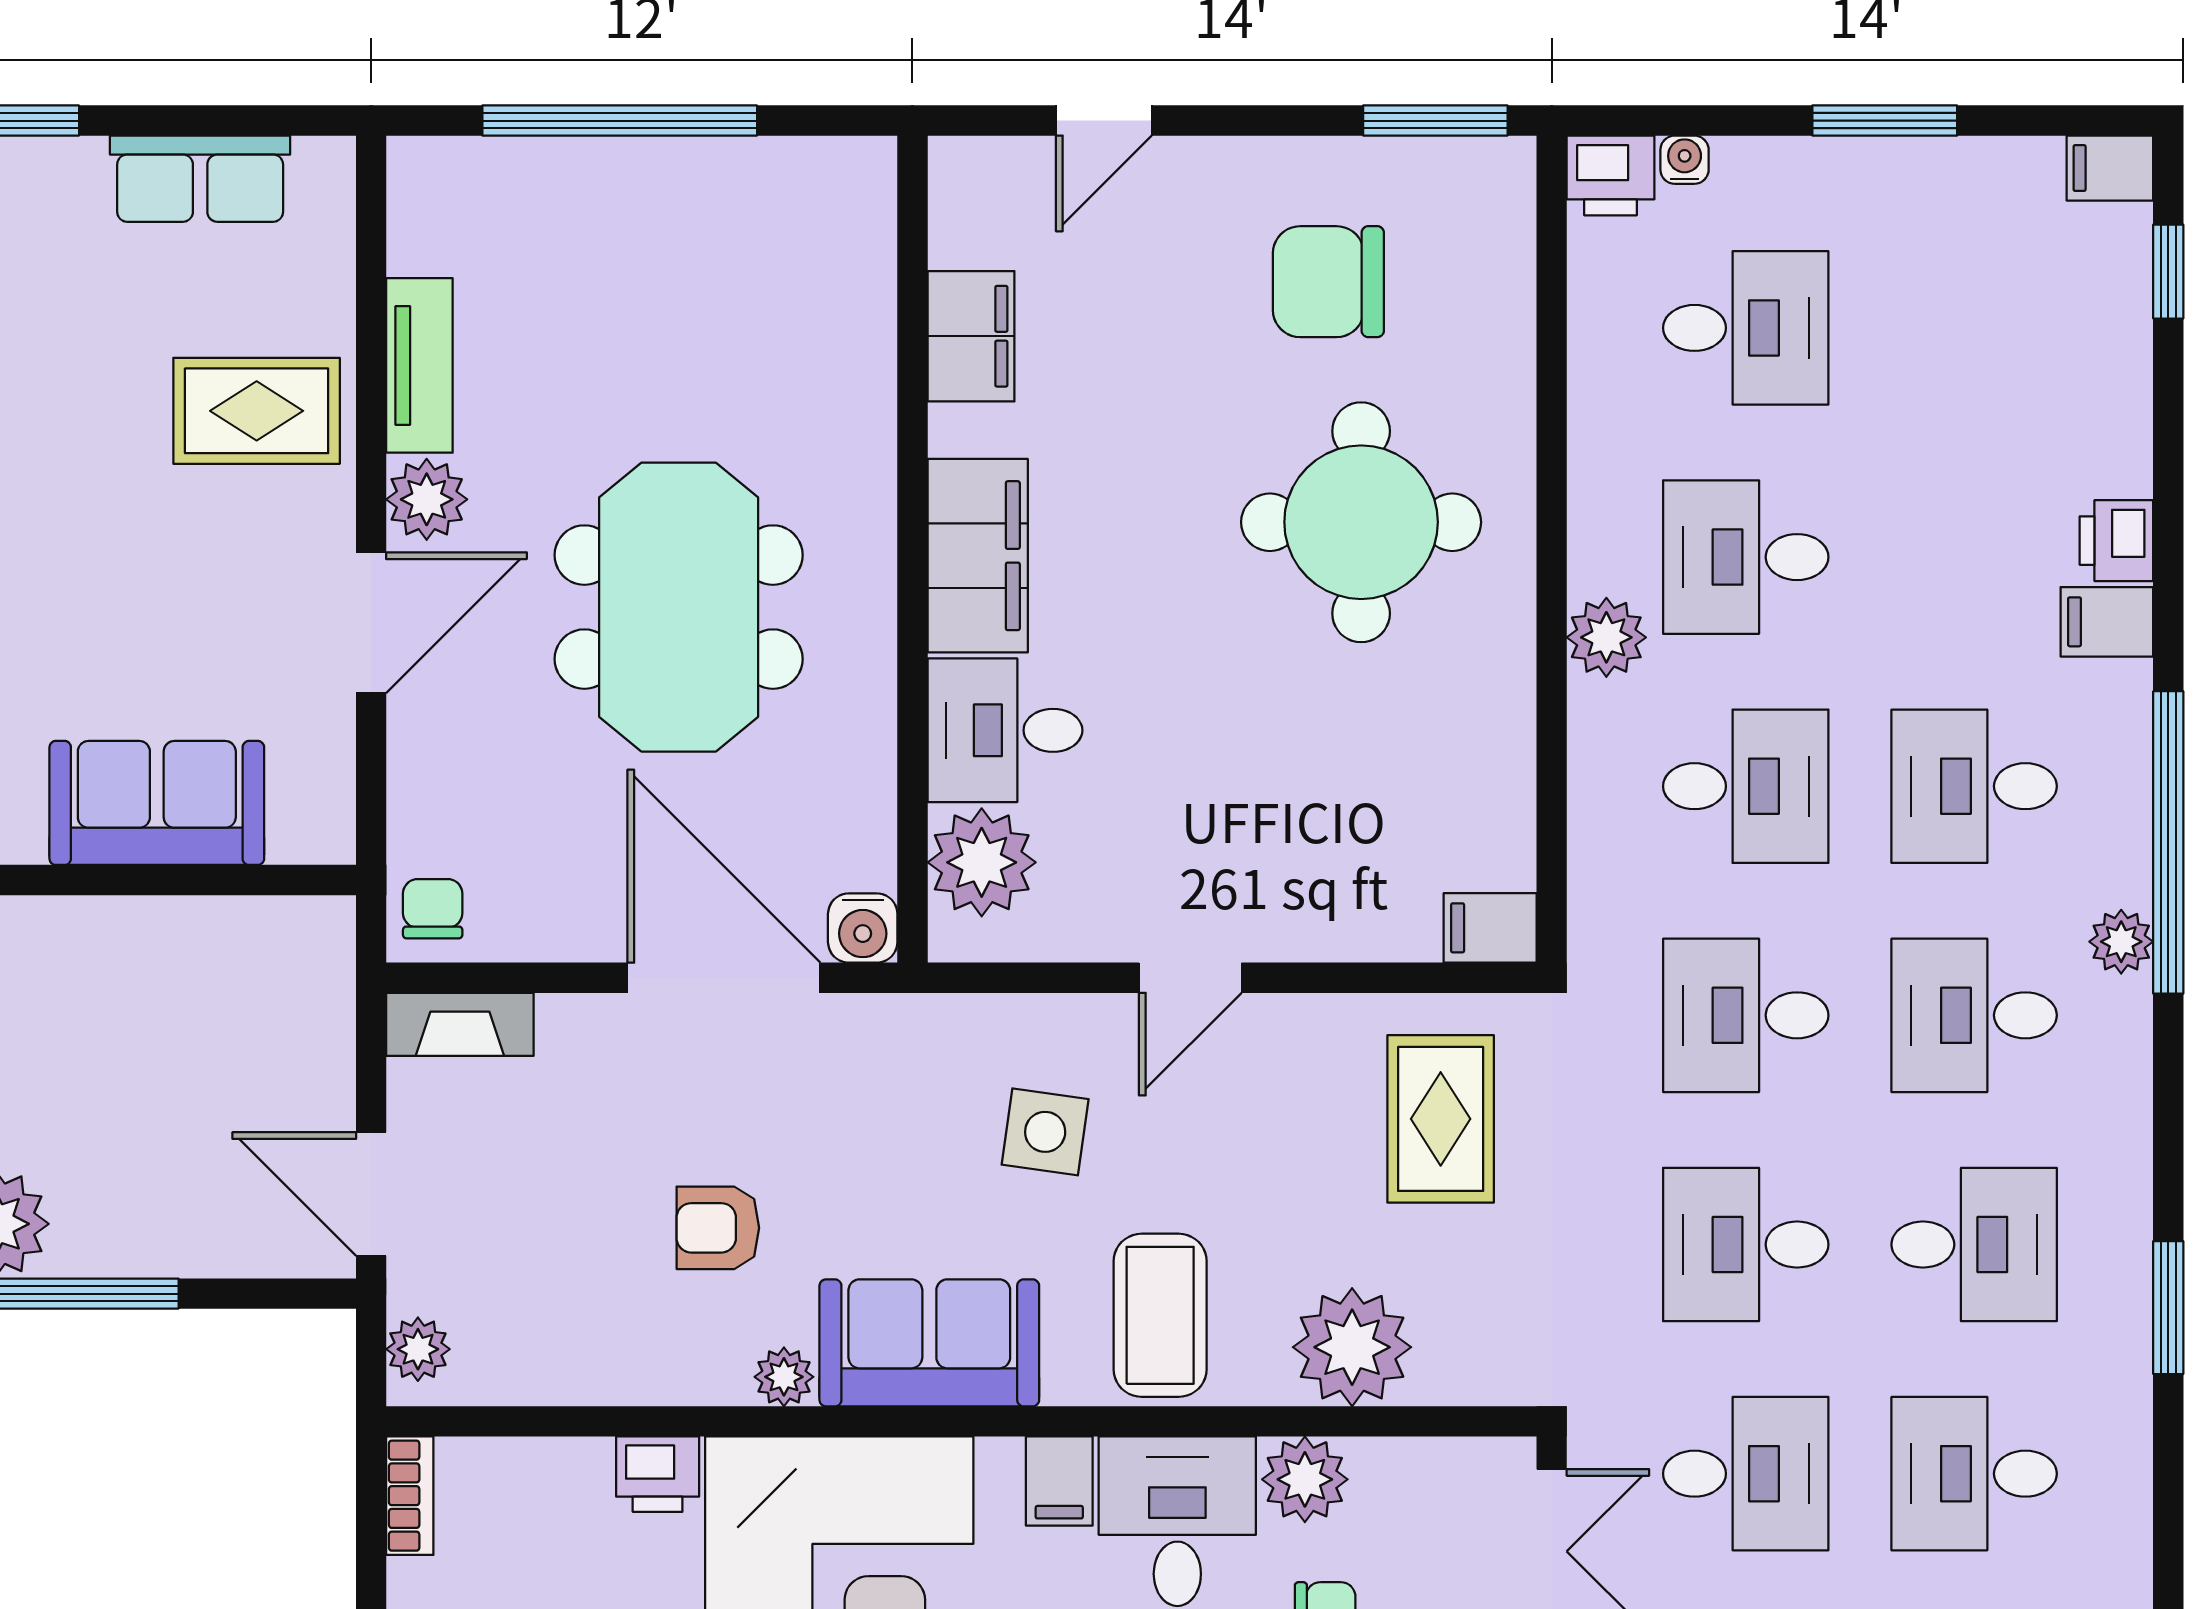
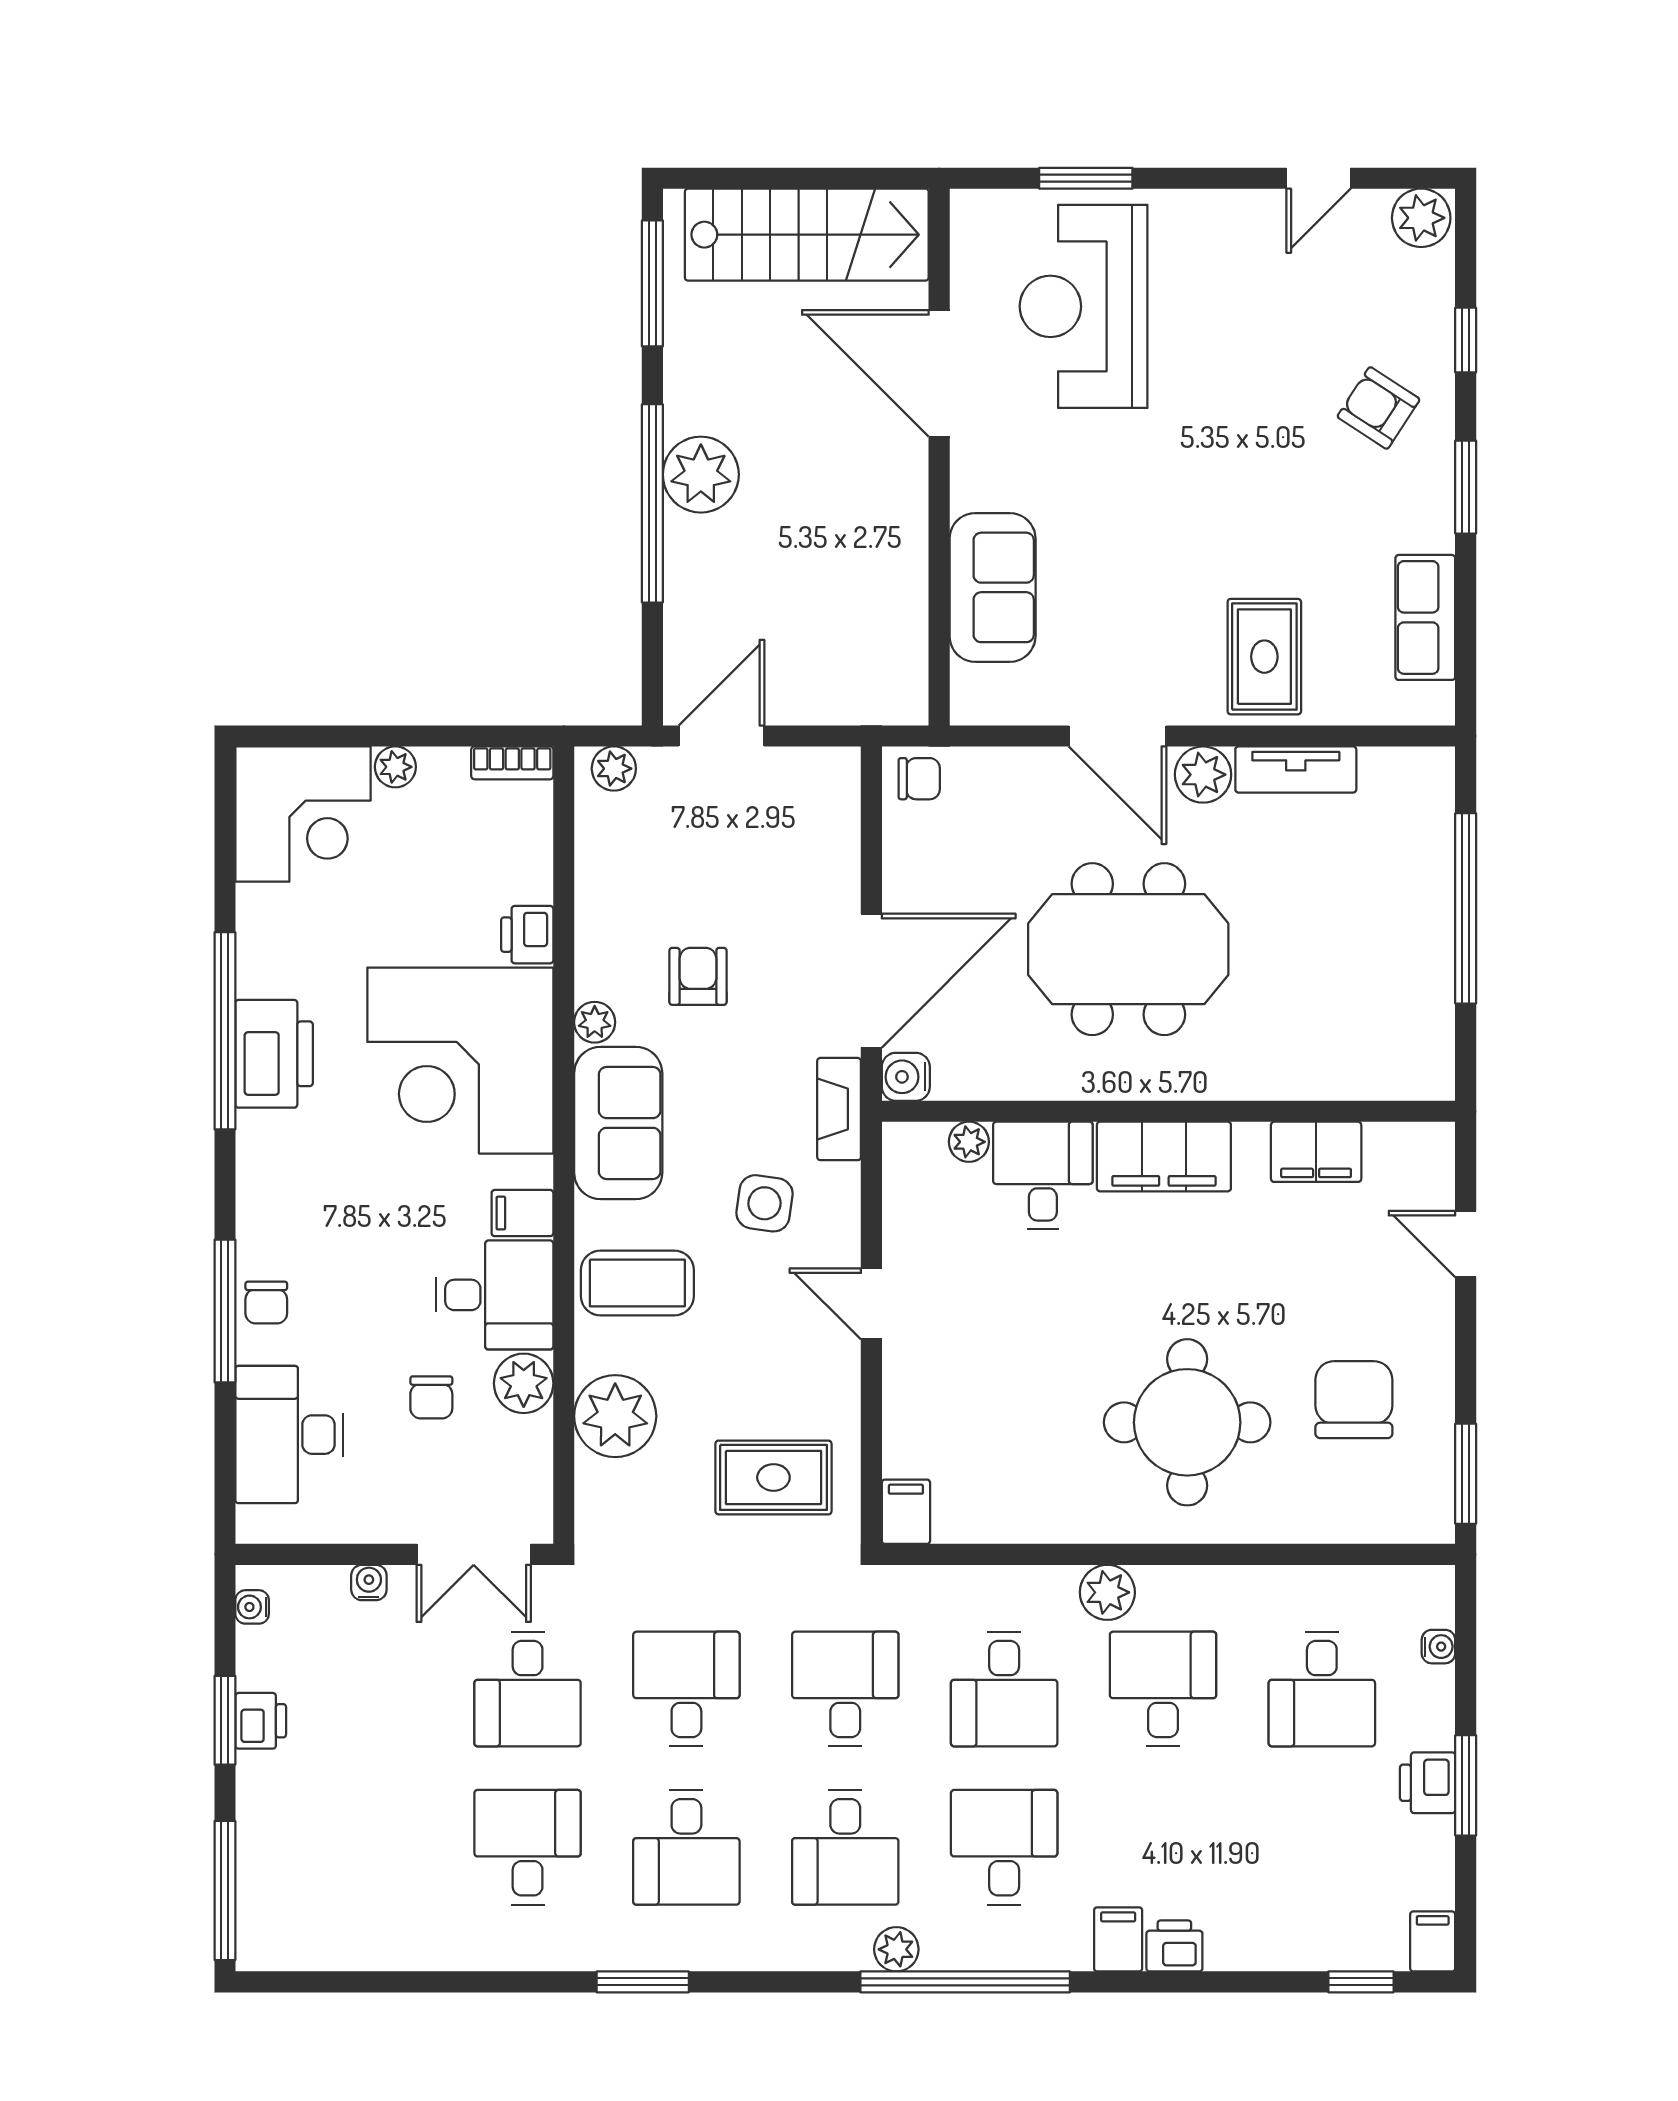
printer: (1611, 175) -> (1428, 1783), moved
plant: (982, 862) -> (969, 1142), width x0.53, depth x0.53
desk: (1974, 1015) -> (845, 1847), turned 180
fireplace: (460, 1024) -> (839, 1109), moved

